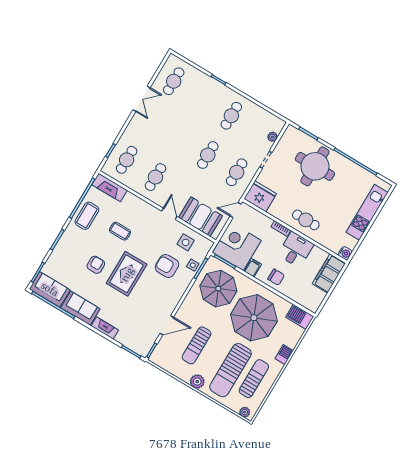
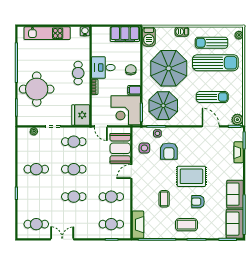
cafe table: (179, 138) -> (74, 197), added
coffee table: (87, 216) -> (186, 225), moved
filing cabinet: (329, 273) -> (125, 34), moved
fireplace: (105, 328) -> (239, 152), moved
plant: (197, 382) -> (237, 120), moved

